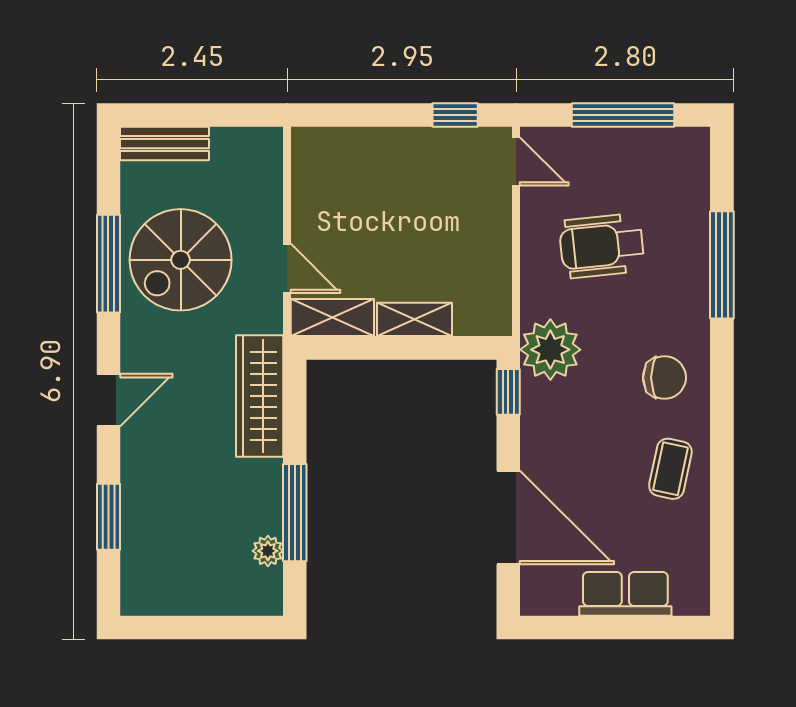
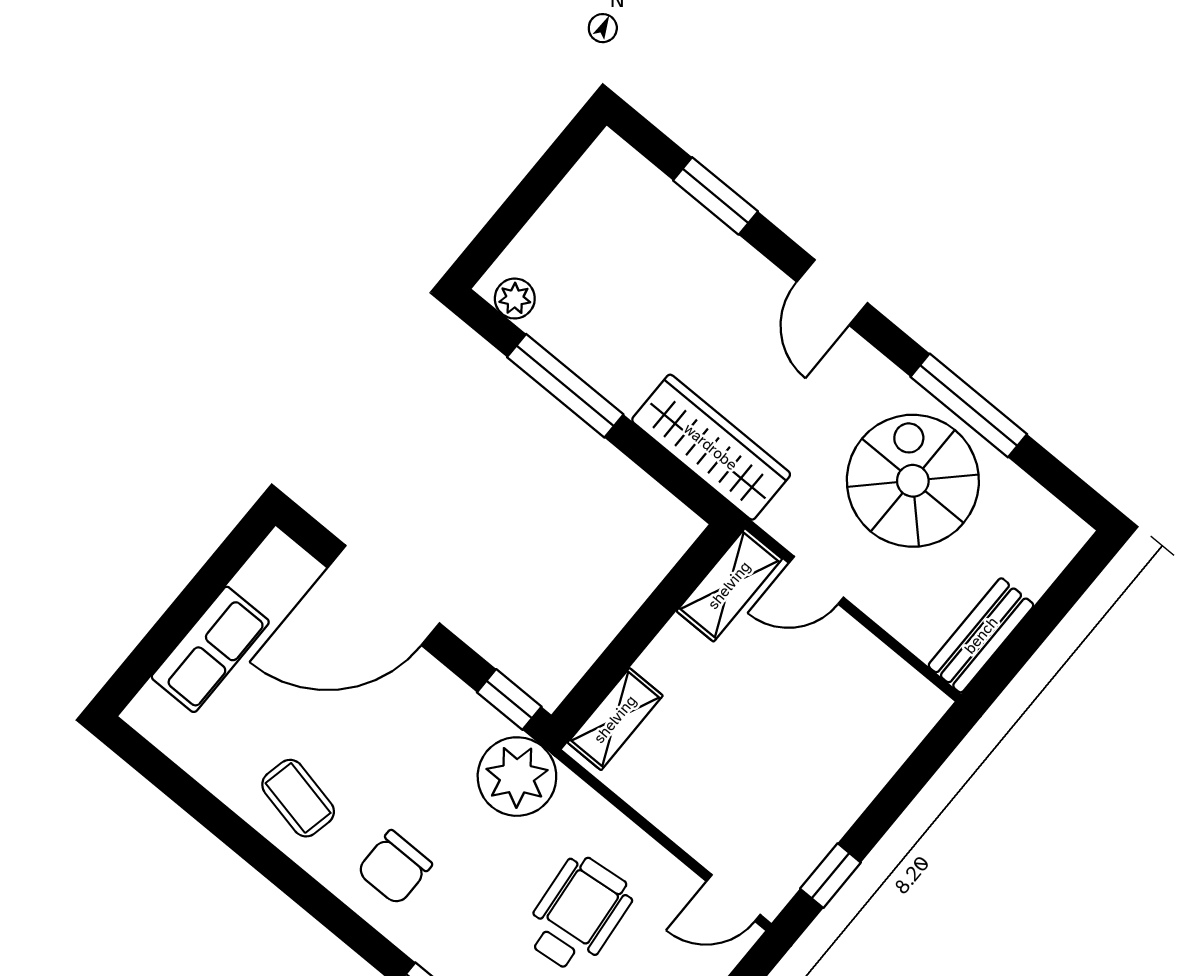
bench: (164, 144) -> (981, 635), moved
shelving: (414, 319) -> (615, 719), moved
plant: (268, 551) -> (515, 299), moved

